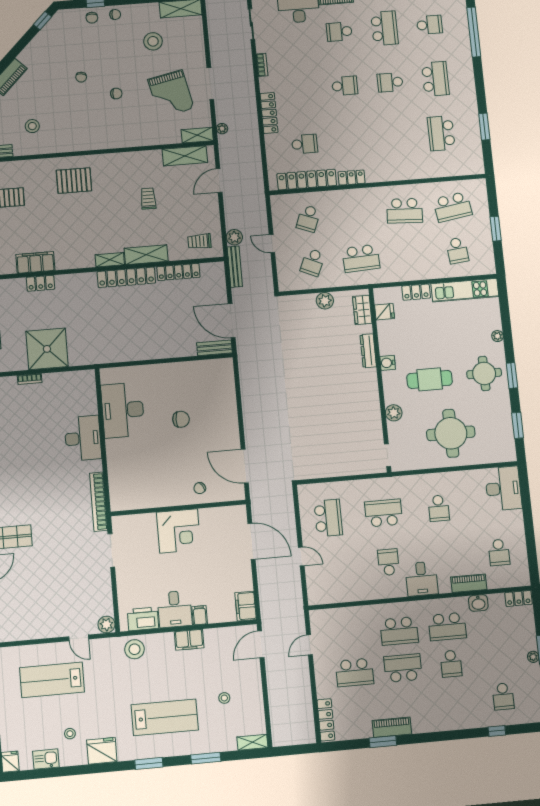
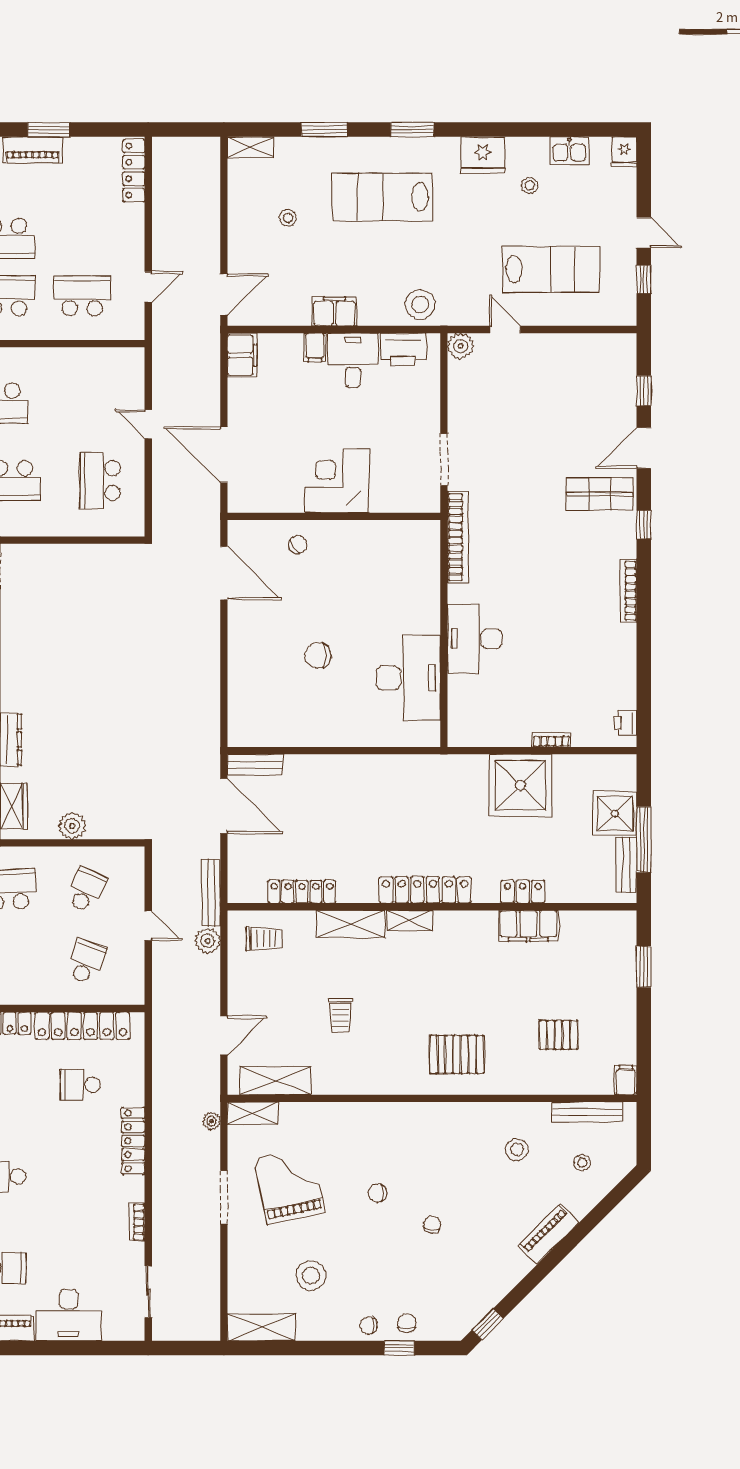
locker: (126, 277) -> (425, 890), moved
school desk: (355, 672) -> (82, 296), moved

